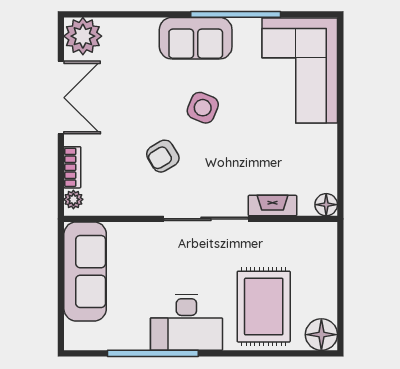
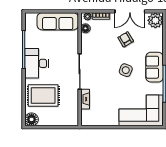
armchair: (163, 156) -> (126, 39), moved
floor lamp: (326, 205) -> (85, 28), moved

